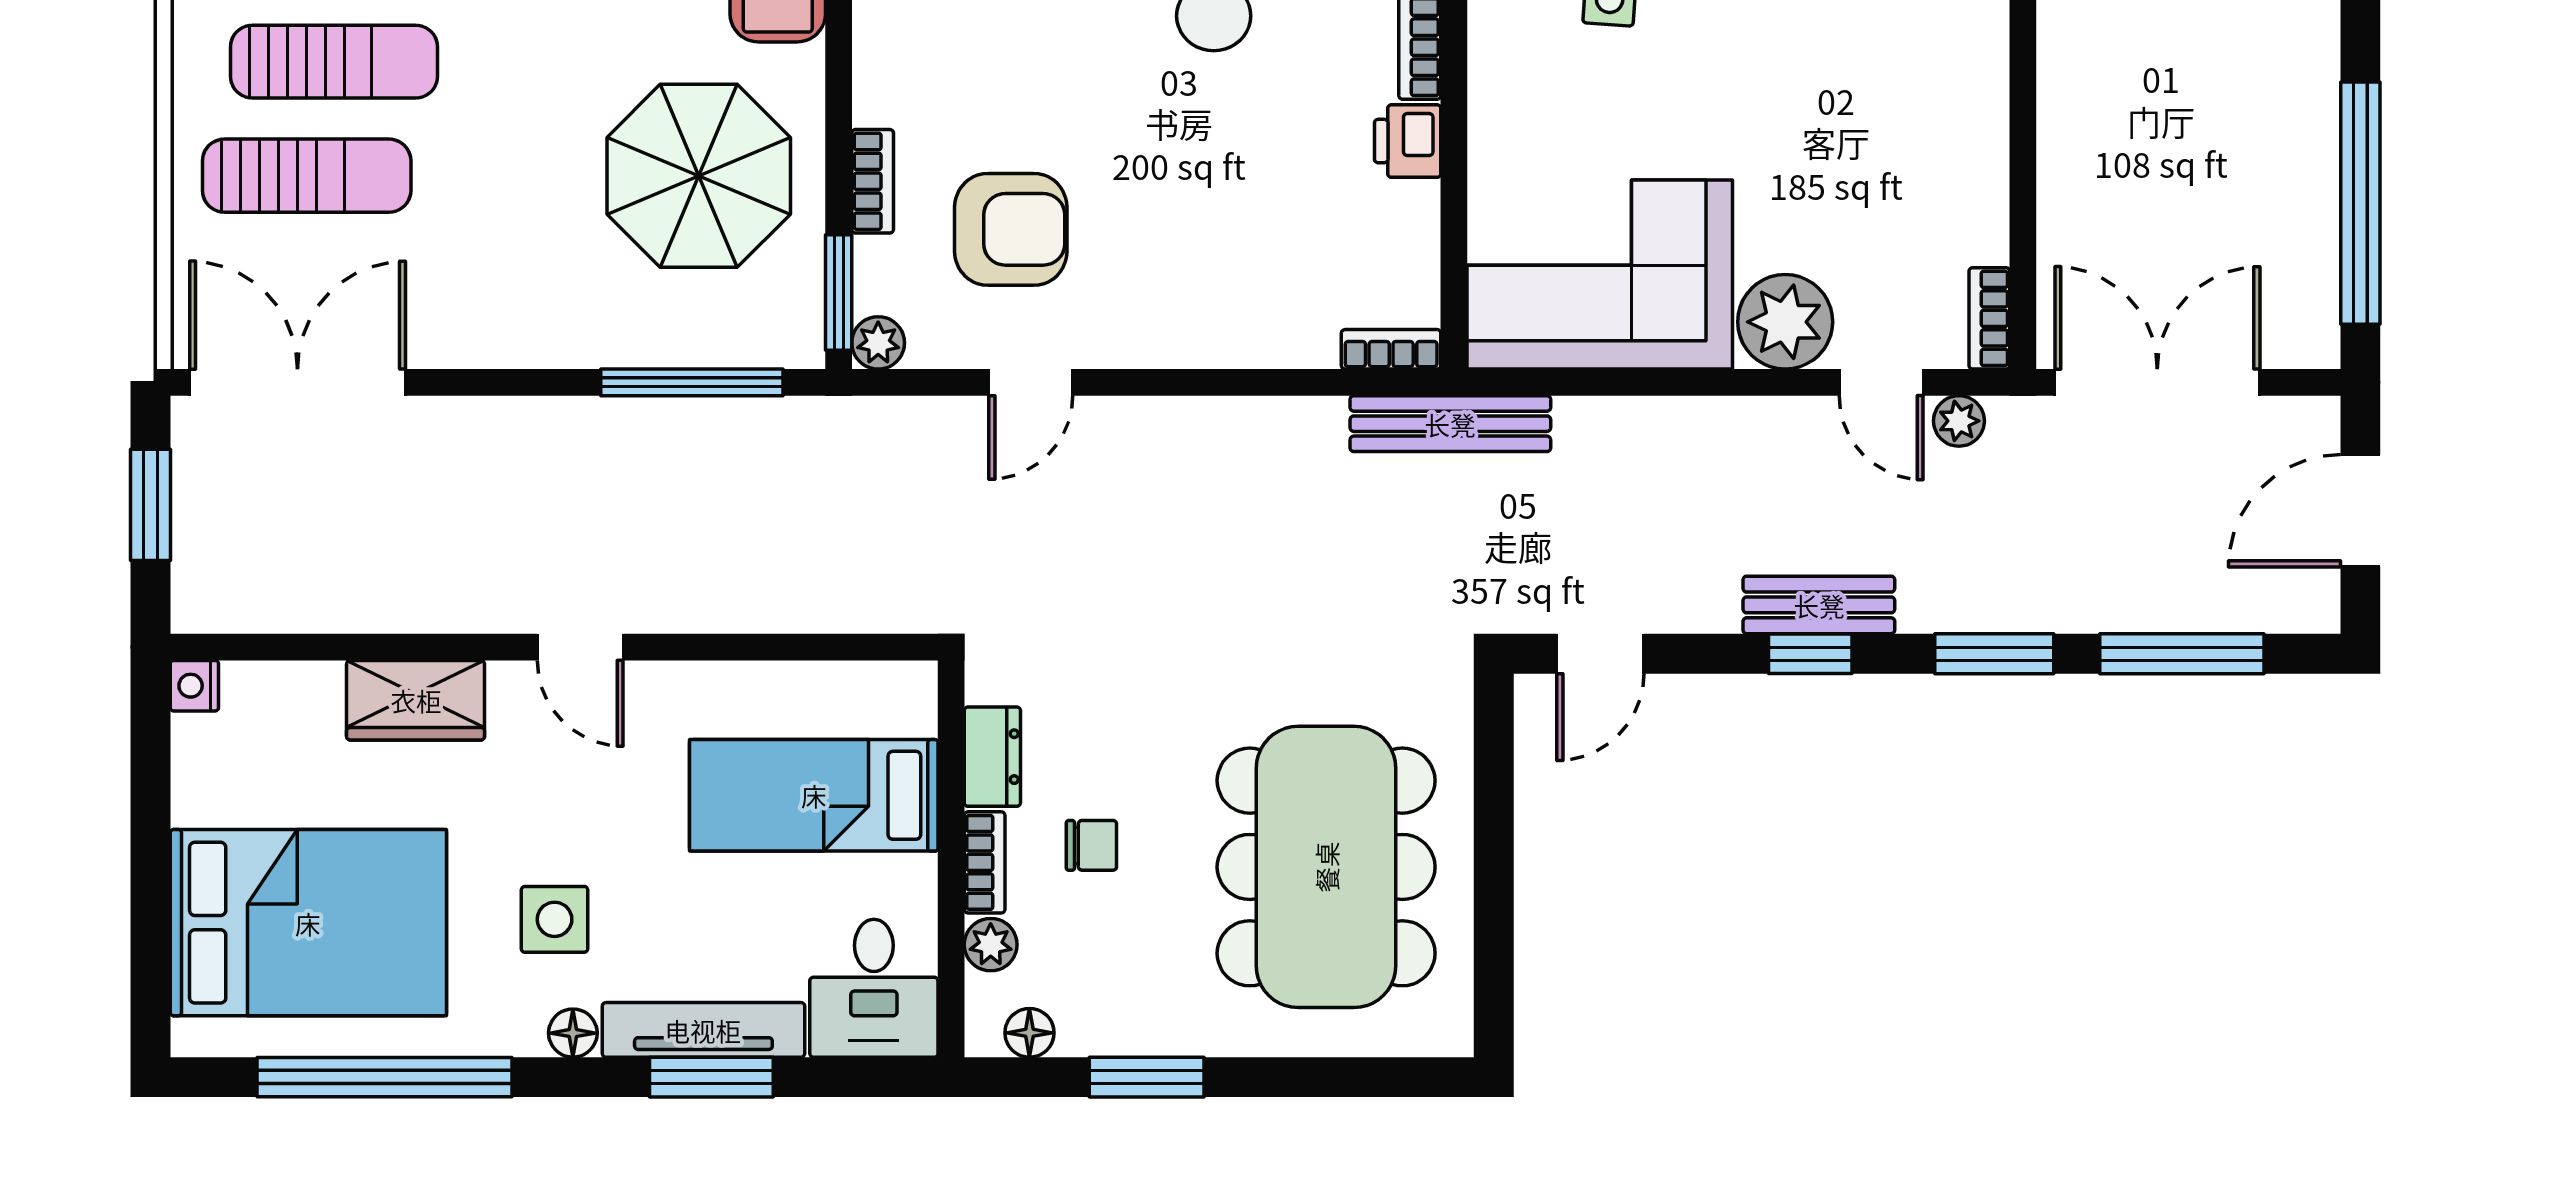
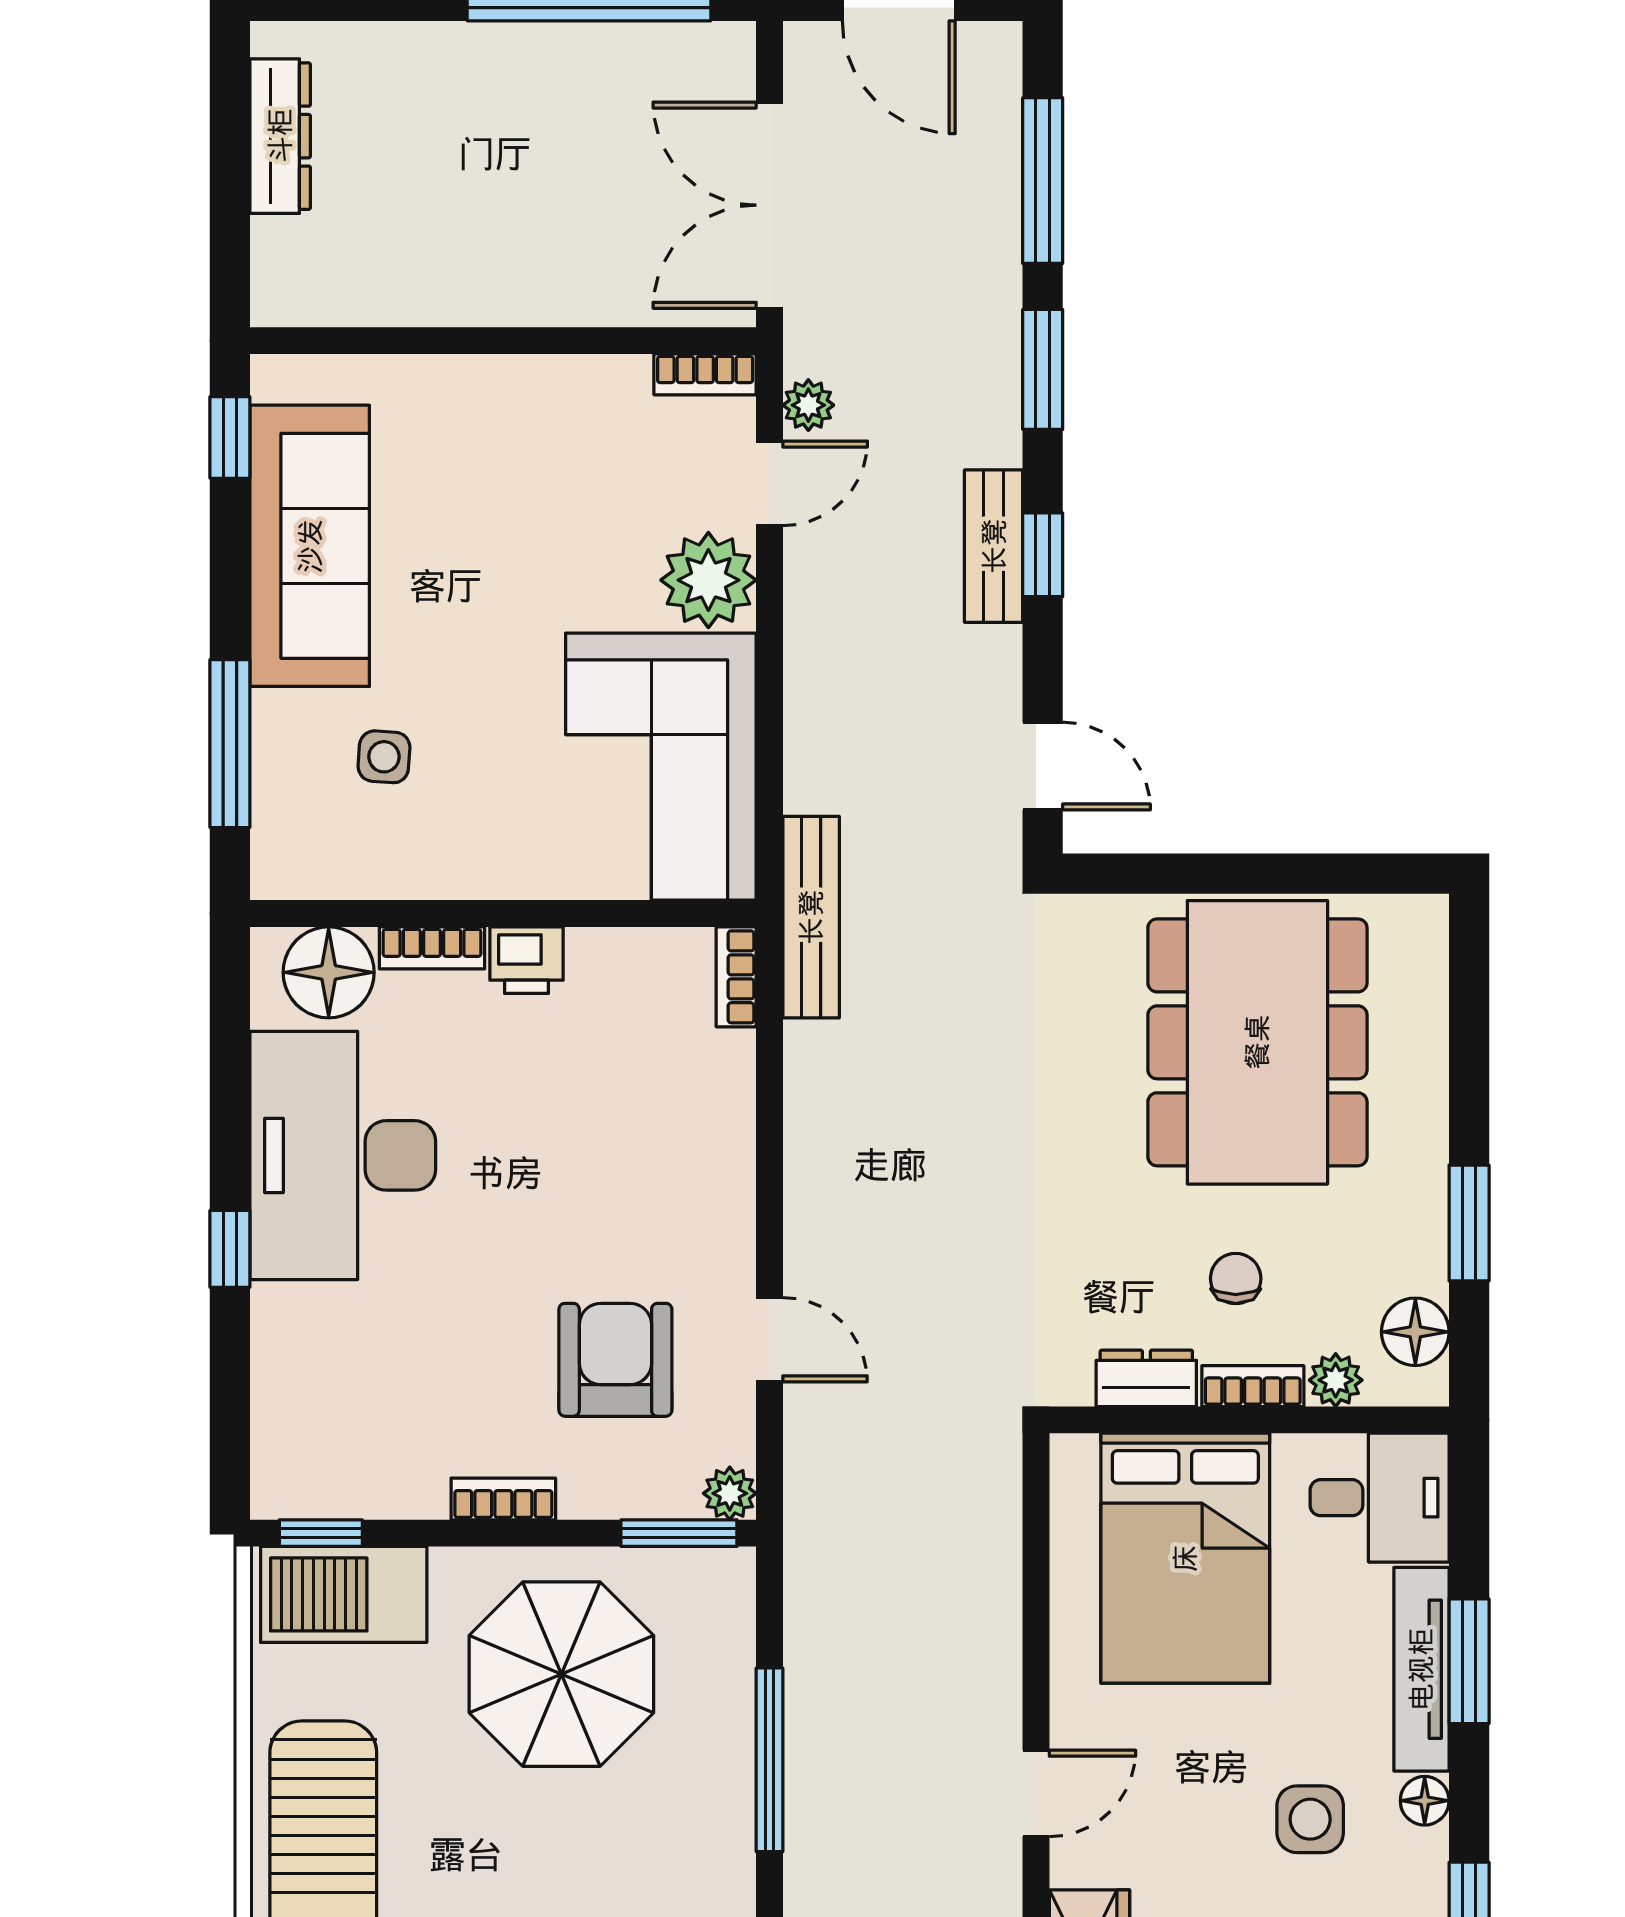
bookcase: (873, 181) -> (503, 1499), moved
window: (692, 382) -> (770, 1760), moved
bed: (814, 795) -> (1185, 1558), width x1.50
dining table: (1326, 867) -> (1257, 1042), turned 90
floor lamp: (1029, 1033) -> (1415, 1332), width x1.37, depth x1.37

